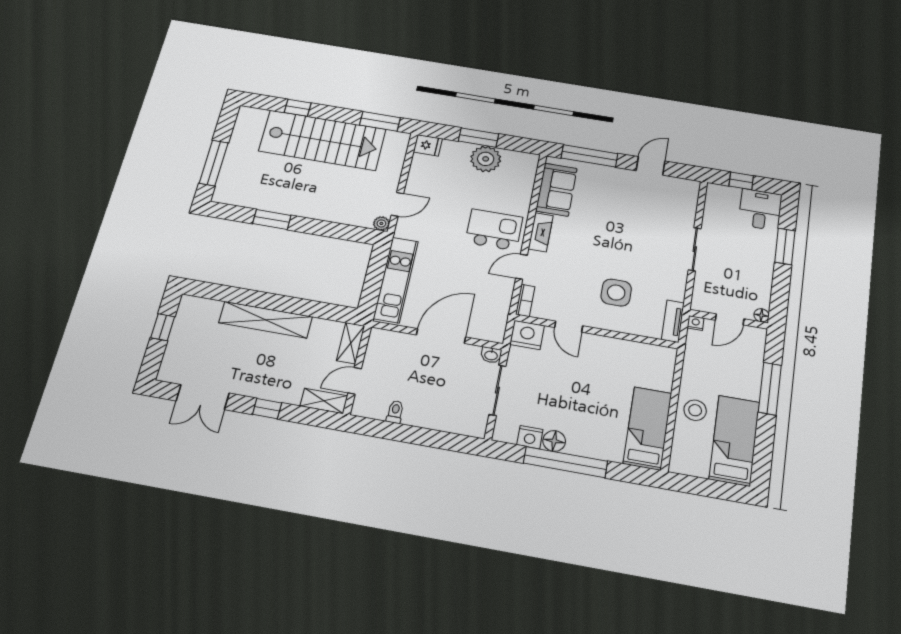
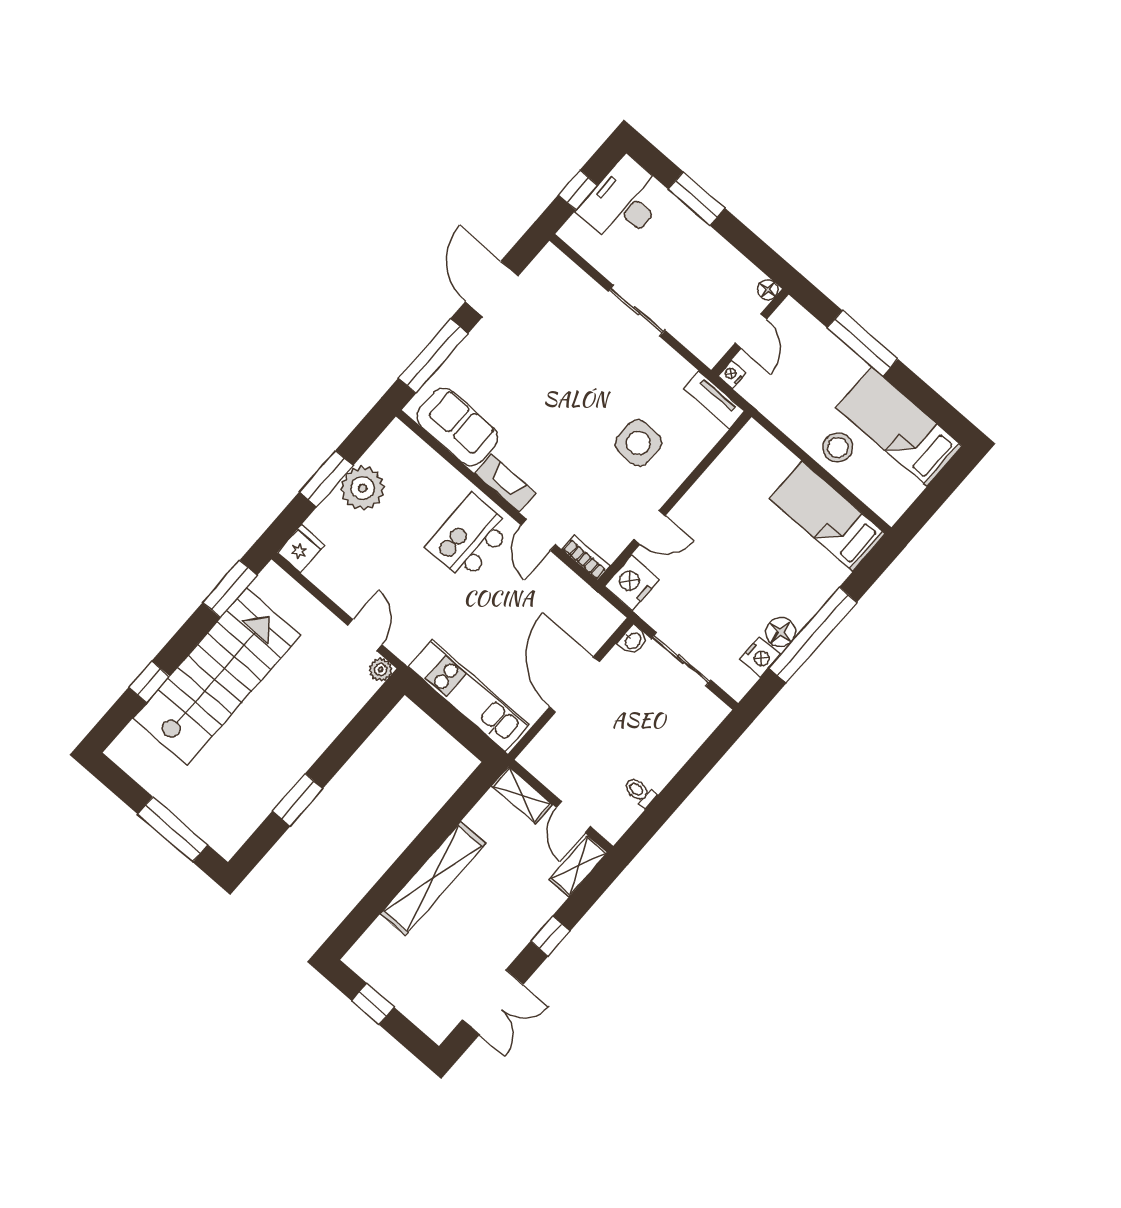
door: (651, 166) -> (492, 289), width x1.38
desk: (760, 210) -> (624, 202), width x1.37

